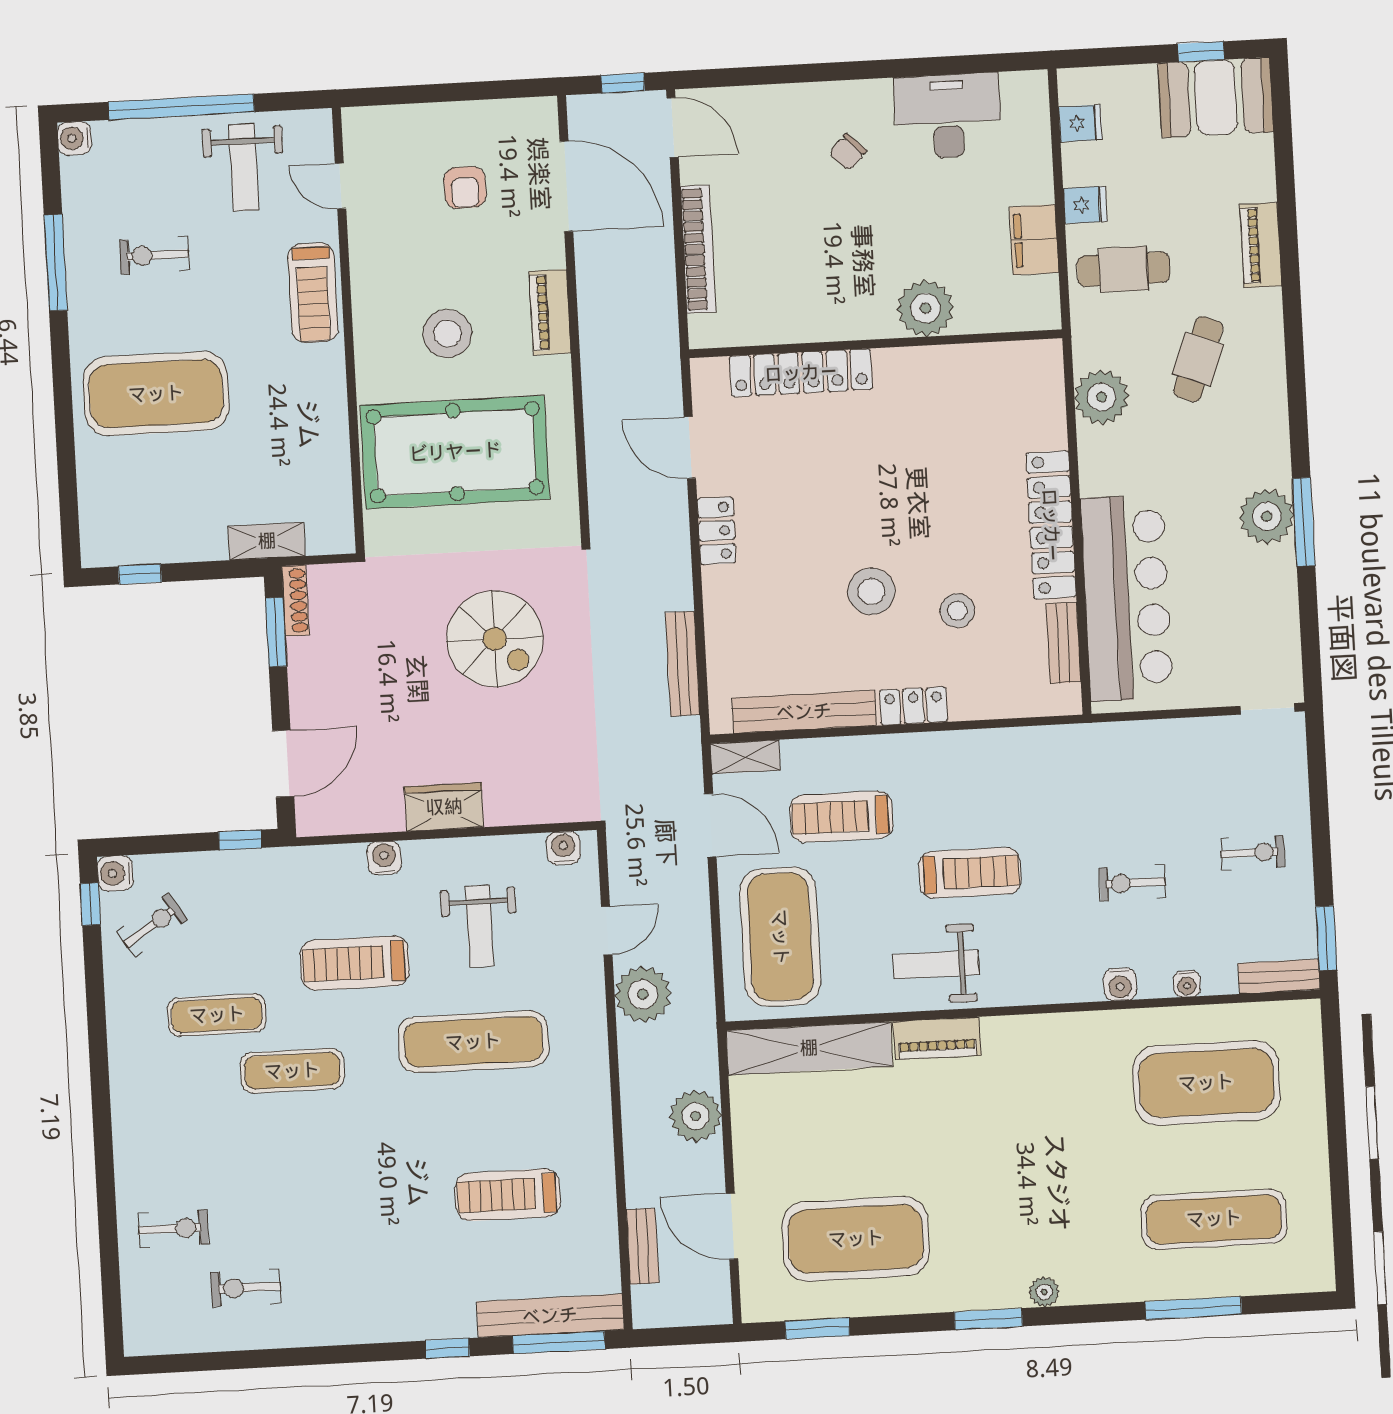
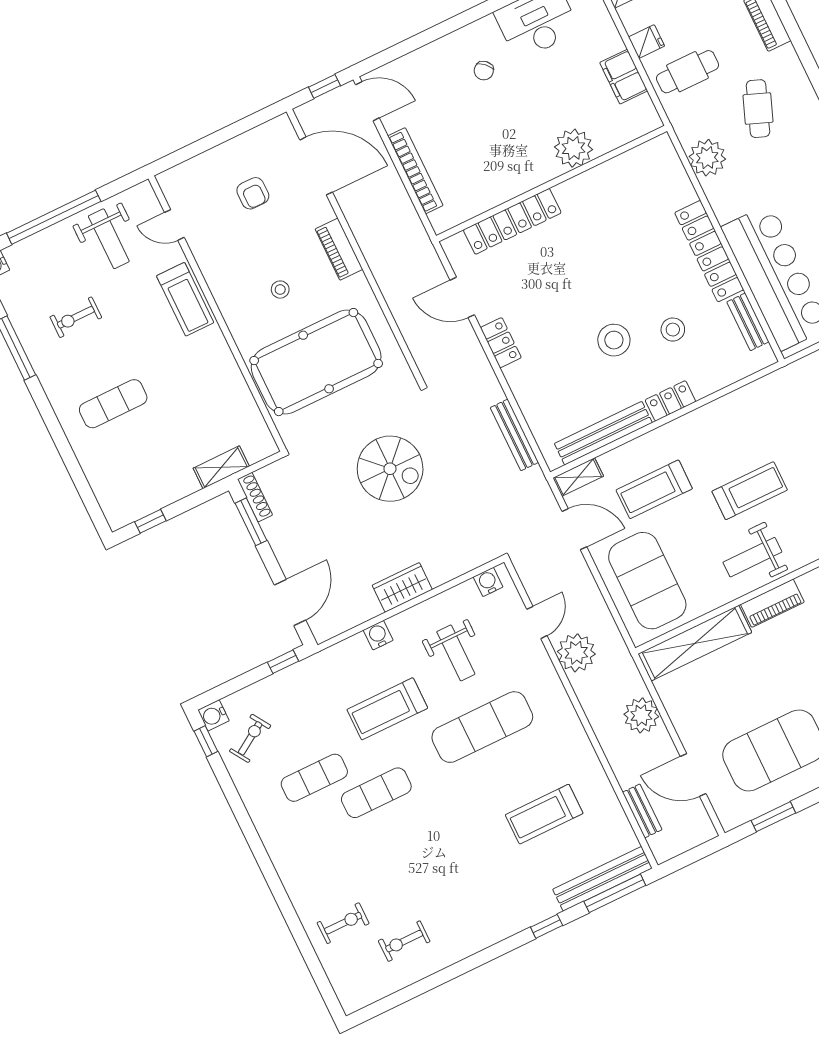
stool: (447, 333) -> (280, 290), width x0.53, depth x0.53
exercise mat: (156, 394) -> (113, 404), width x0.50, depth x0.69

